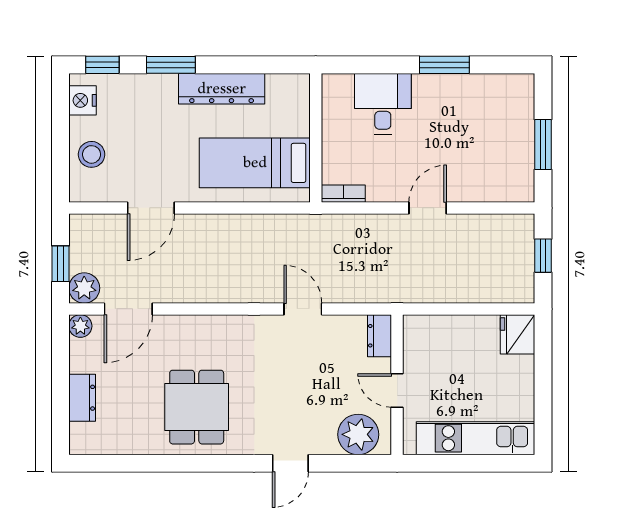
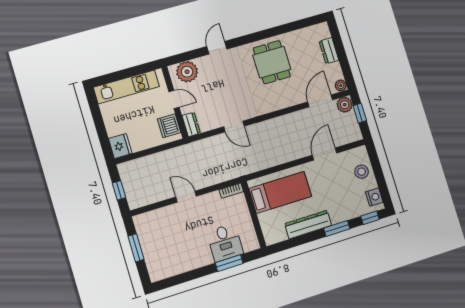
window: (444, 65) -> (229, 263), moved
door: (428, 208) -> (186, 197), swing flipped
dishwasher: (420, 345) -> (169, 126), added

